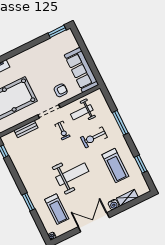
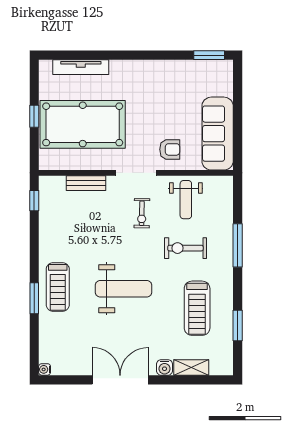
weight bench: (82, 112) -> (186, 200), turned -90
treadmill: (57, 209) -> (58, 287), moved

